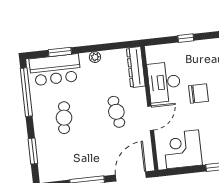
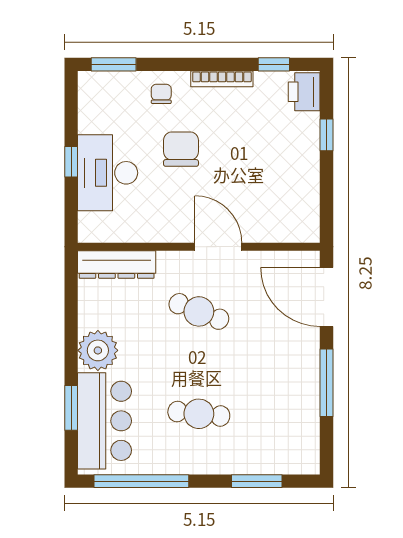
plant: (95, 57) -> (98, 350), width x1.88, depth x1.88
desk: (164, 82) -> (108, 173), moved, turned 90
cafe table: (116, 112) -> (199, 311), turned 30
corner desk: (183, 149) -> (285, 191), removed

